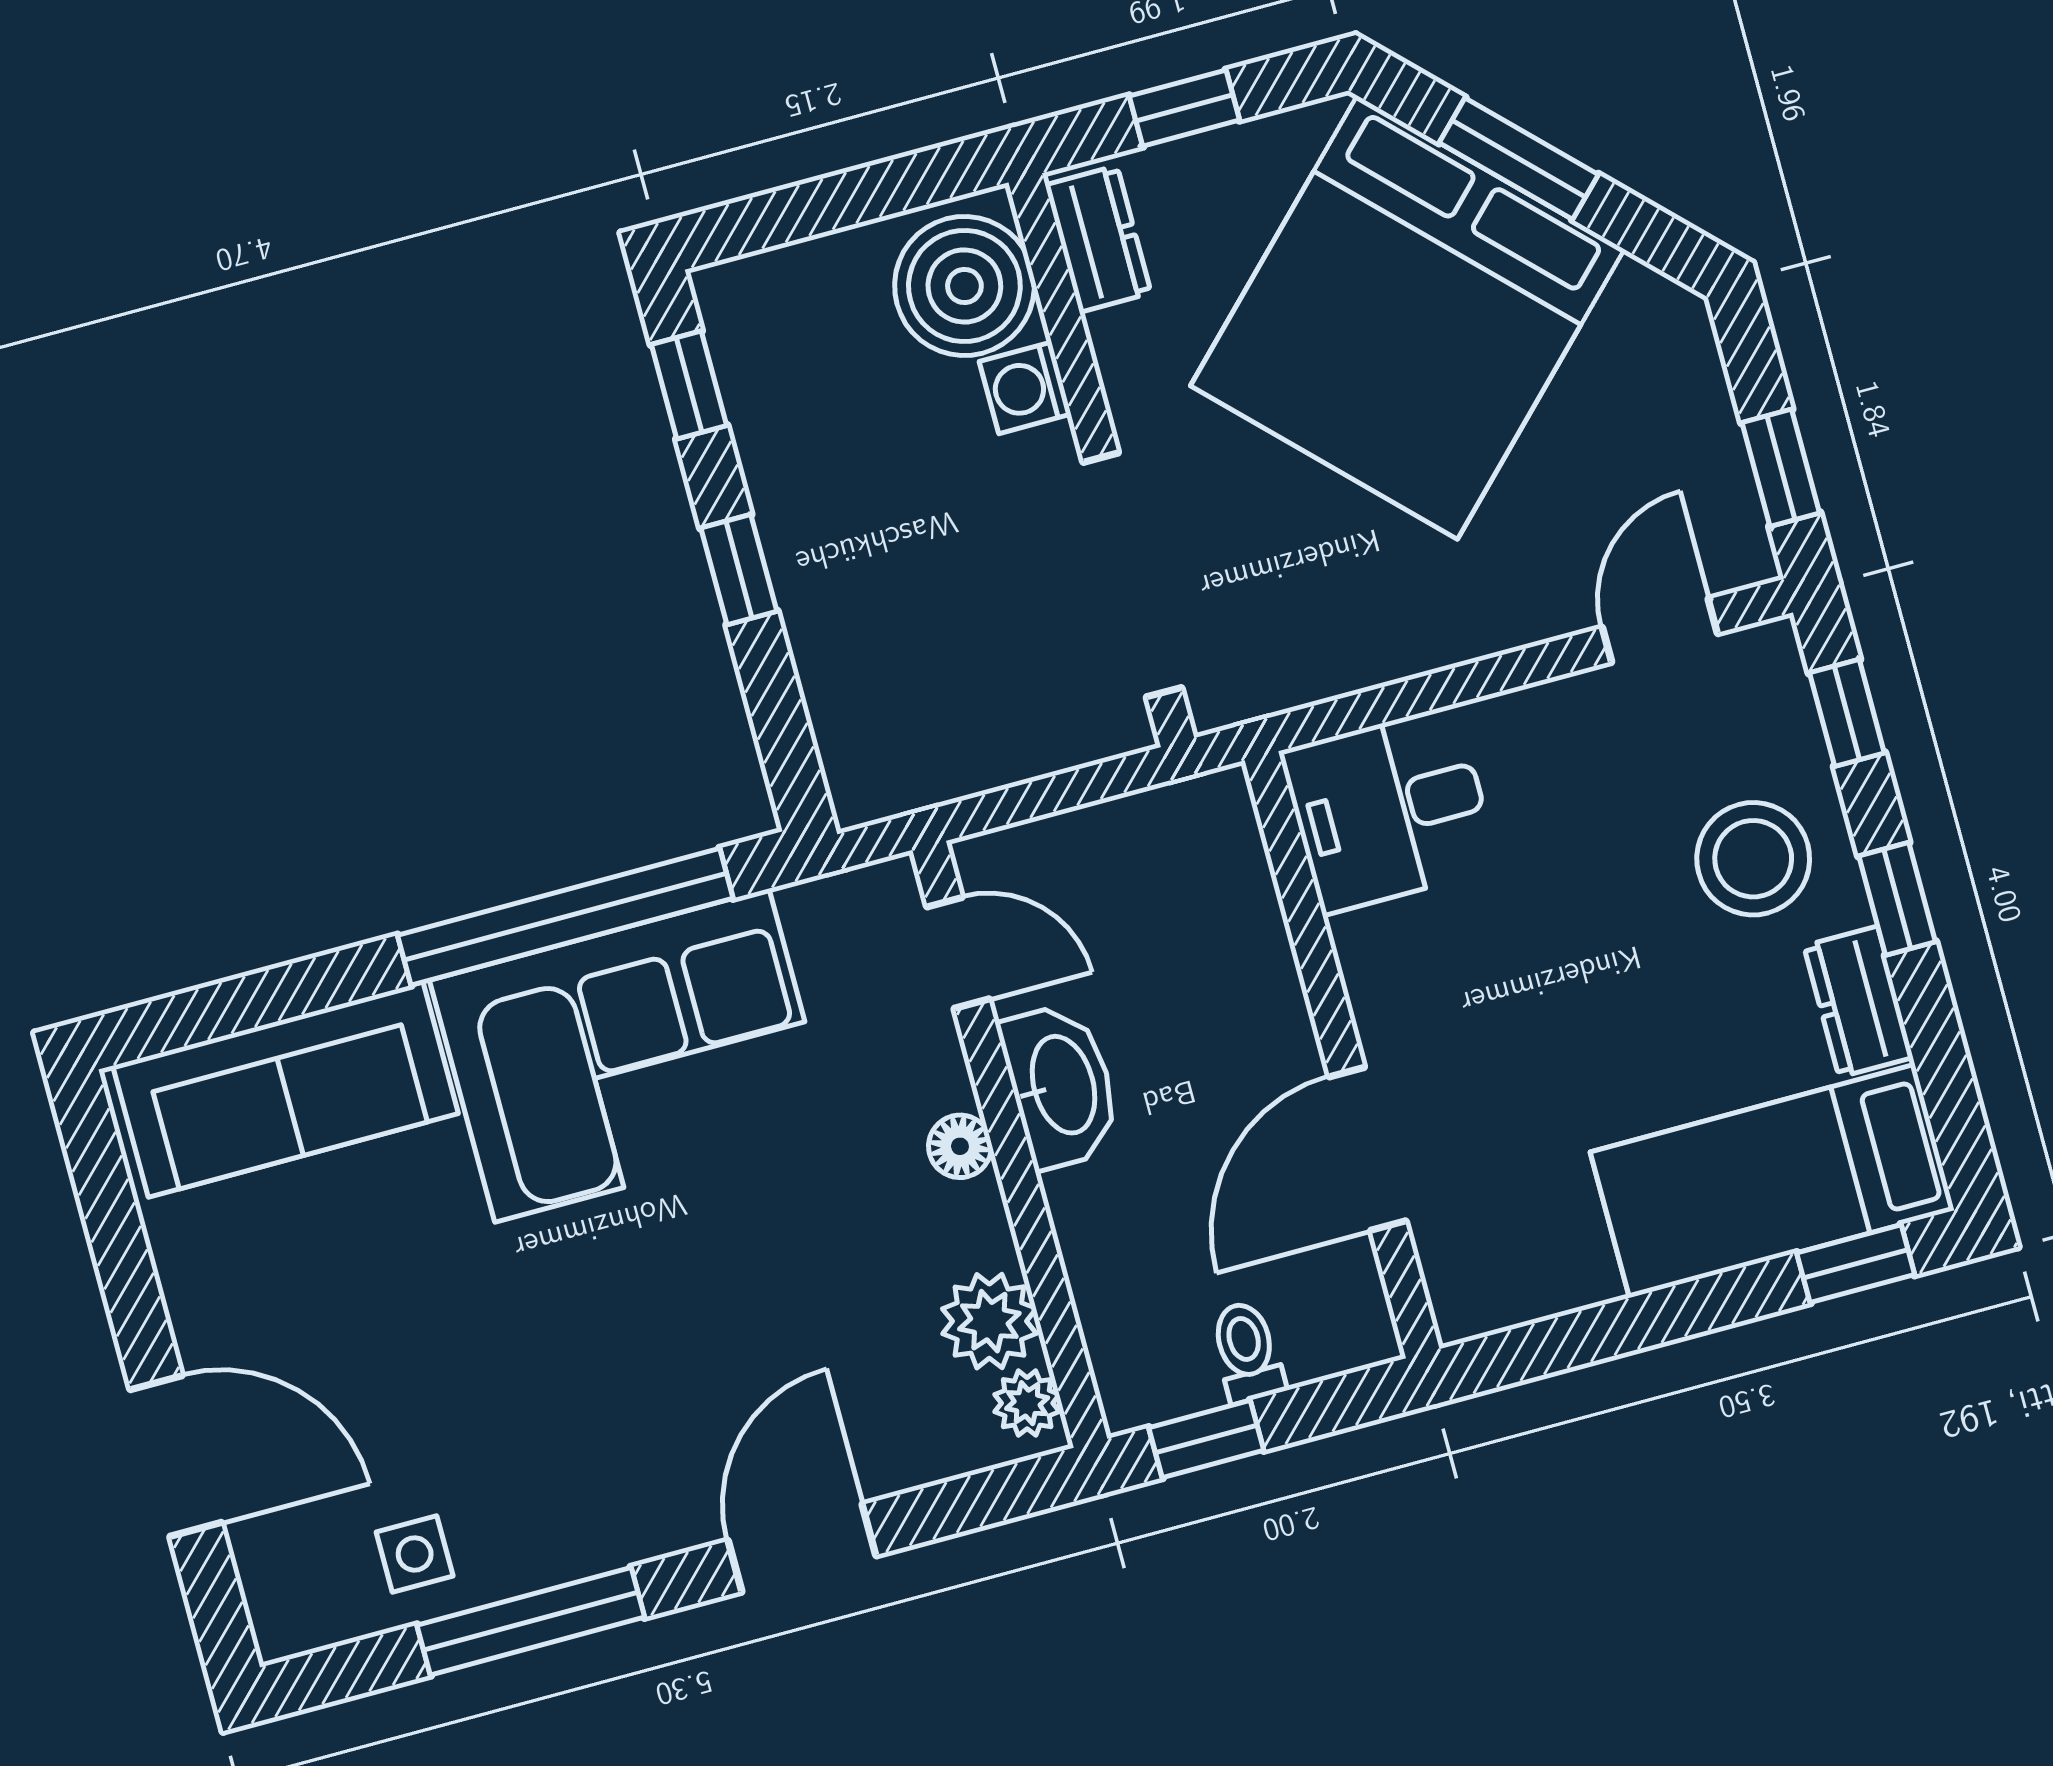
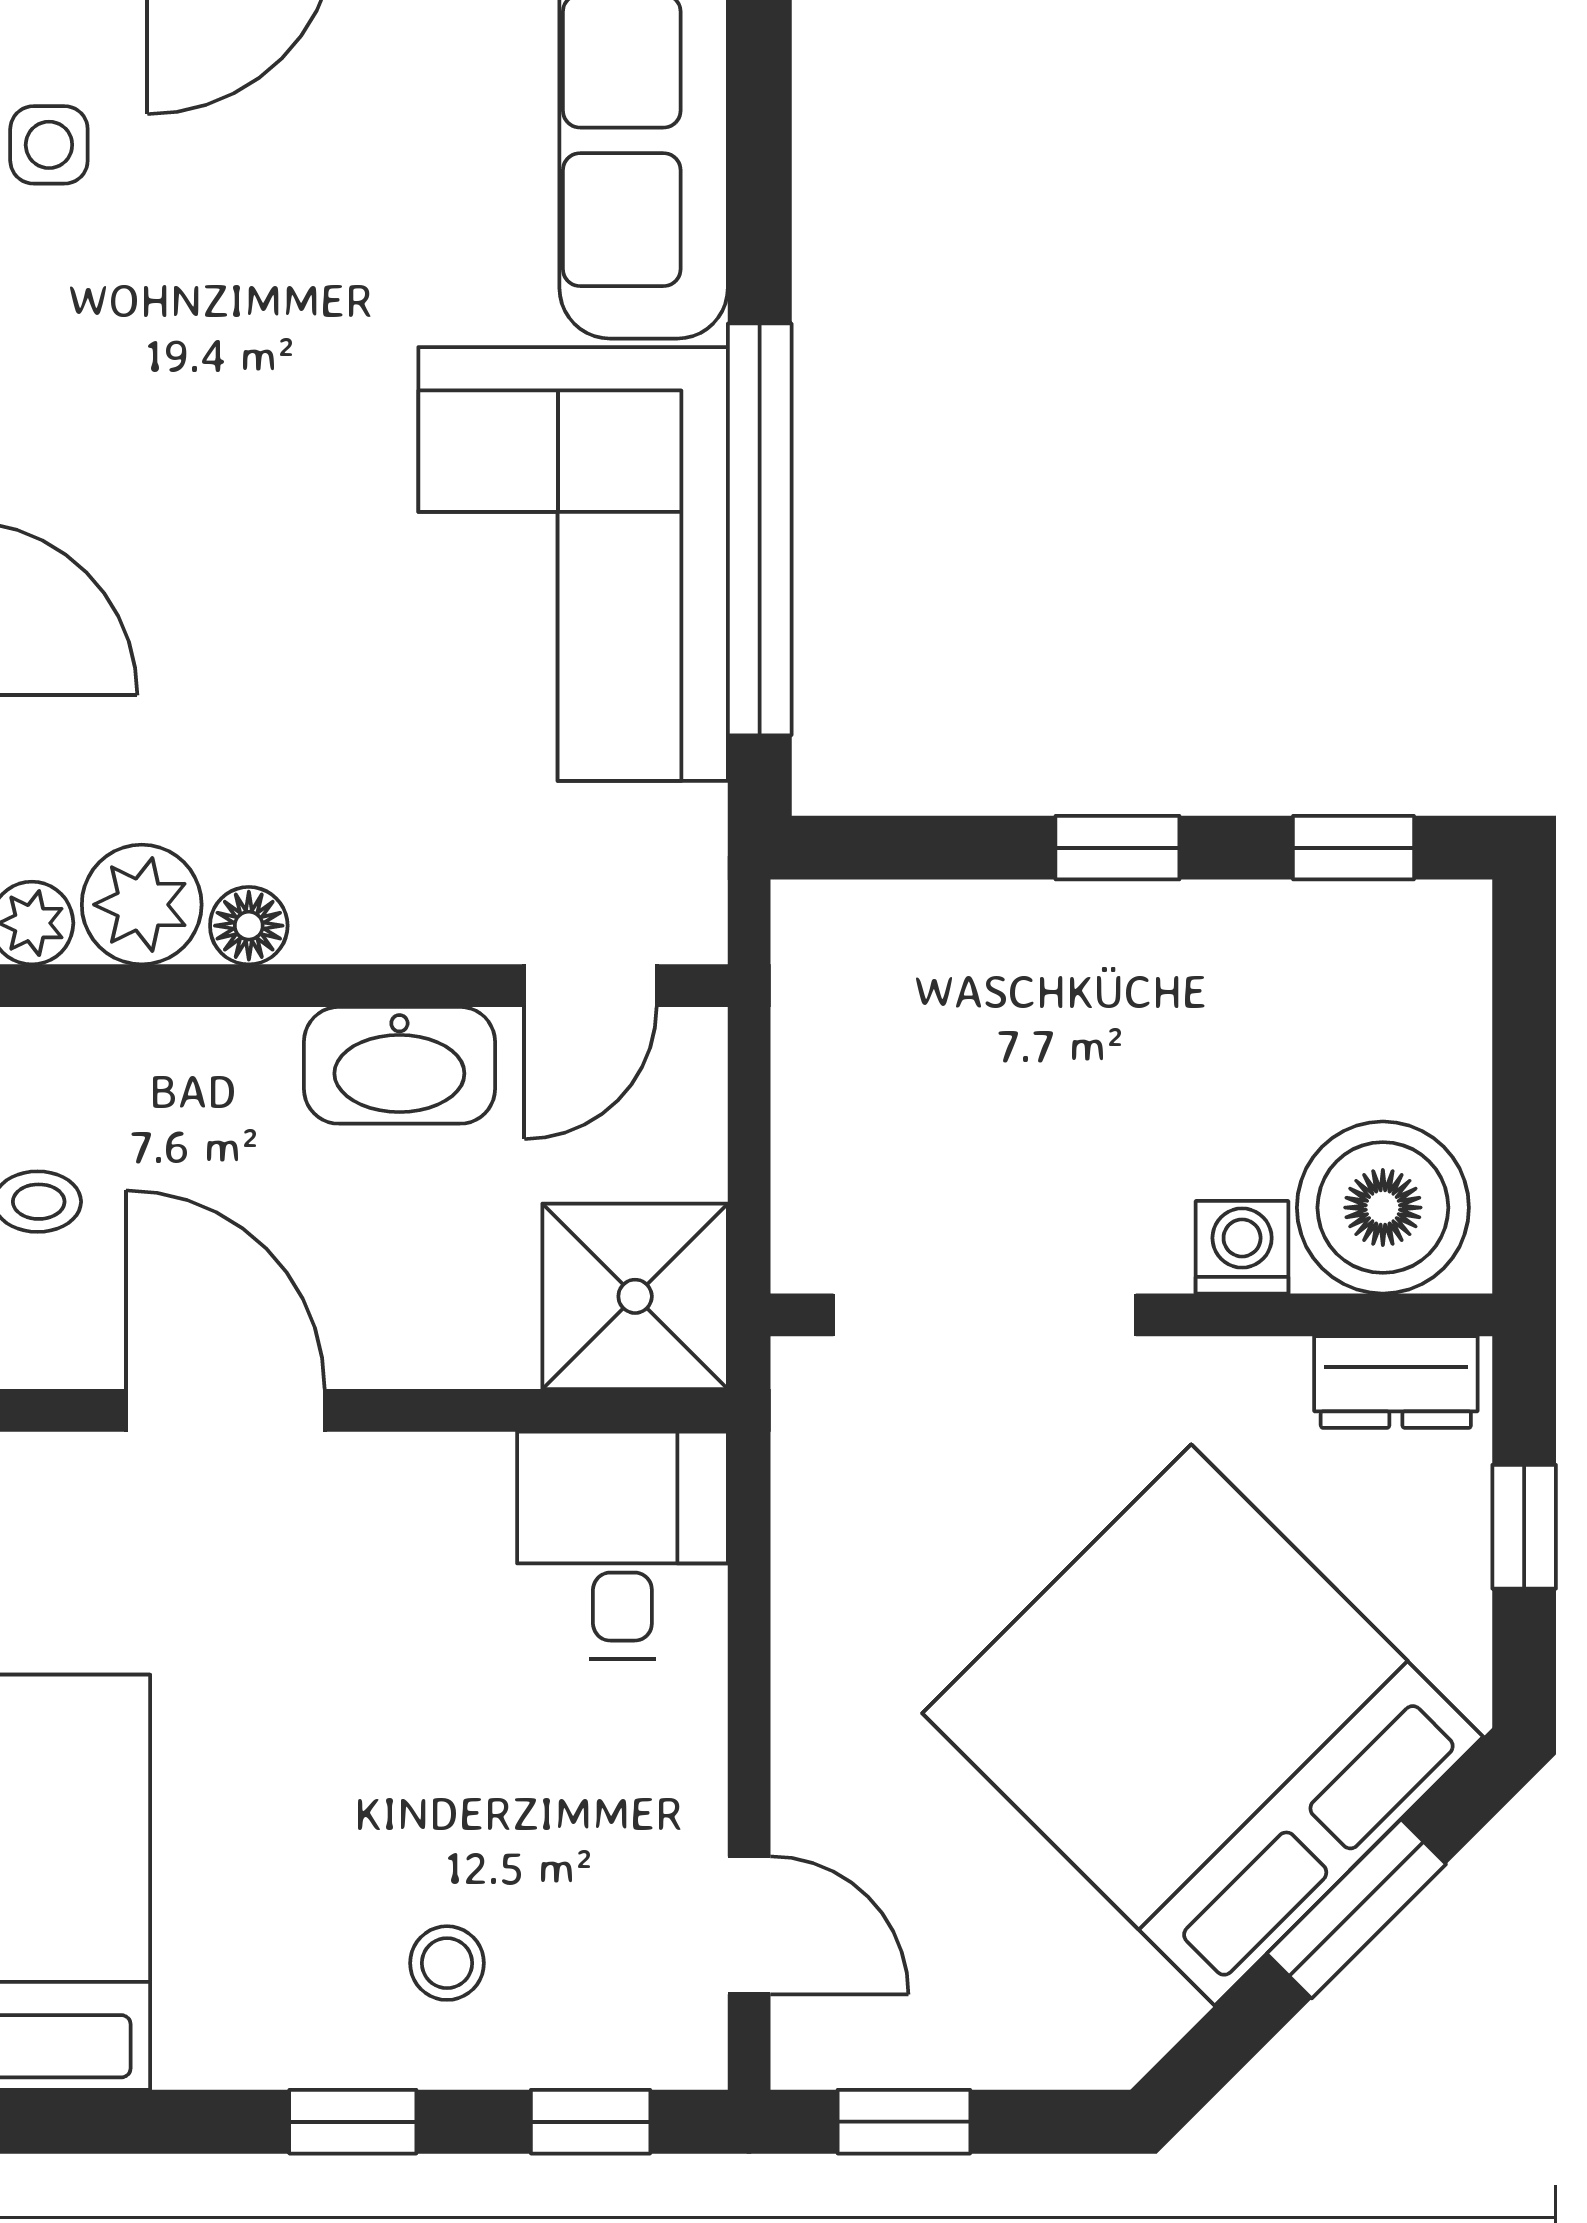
shower: (1192, 852) -> (635, 1296), added
stool: (1753, 859) -> (447, 1963), width x0.53, depth x0.53
dresser: (1858, 1002) -> (243, 2042), removed
floor lamp: (960, 1146) -> (249, 926), moved

